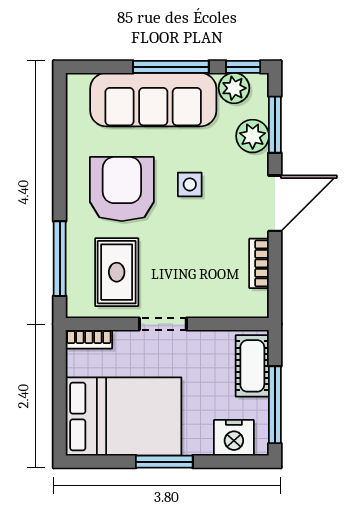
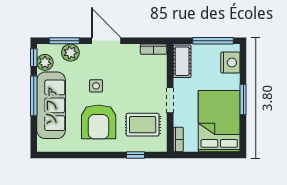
armchair: (122, 189) -> (99, 122), turned -90
window: (60, 259) -> (135, 155), width x0.46
bookcase: (259, 263) -> (154, 49), moved
cot: (252, 366) -> (182, 61), moved, turned 90

